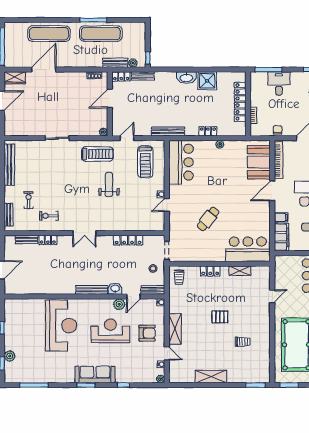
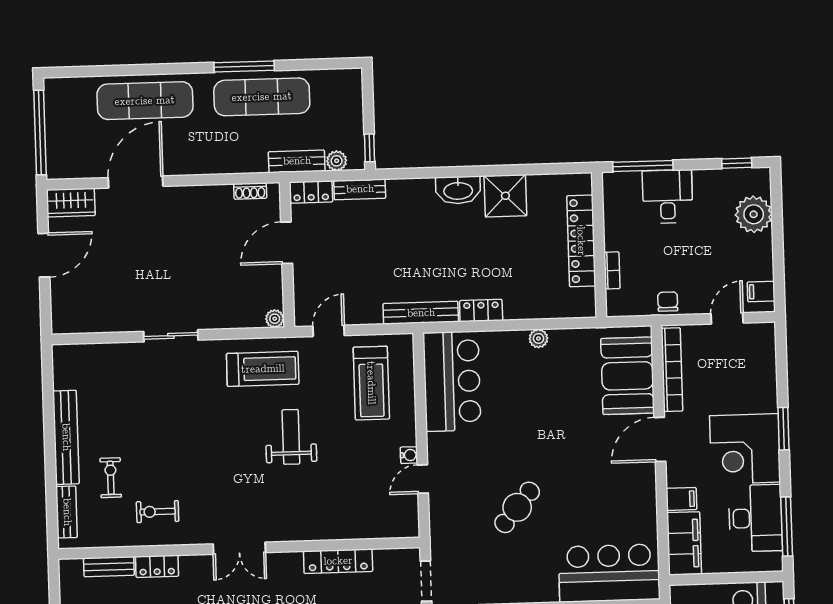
locker: (208, 131) -> (481, 311), moved
bench: (9, 165) -> (66, 437), moved

